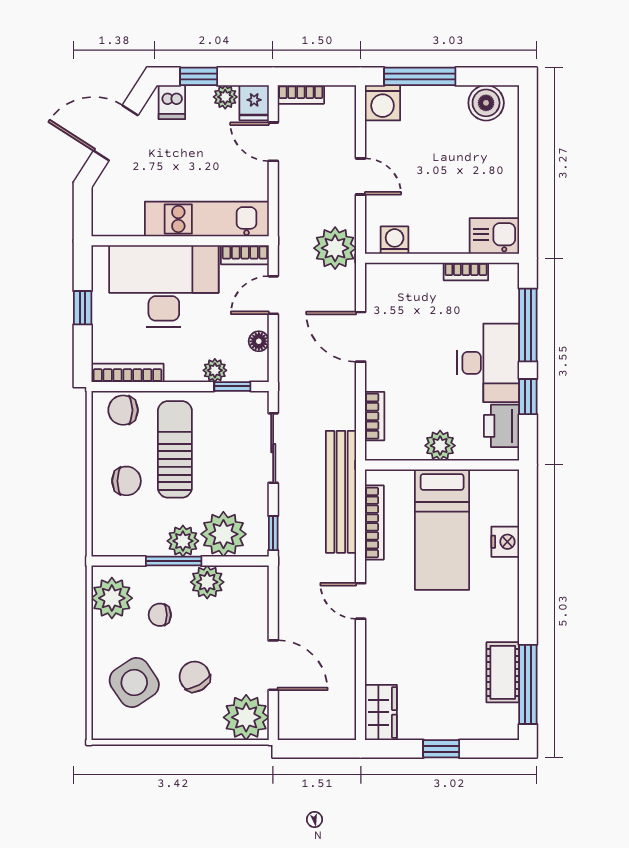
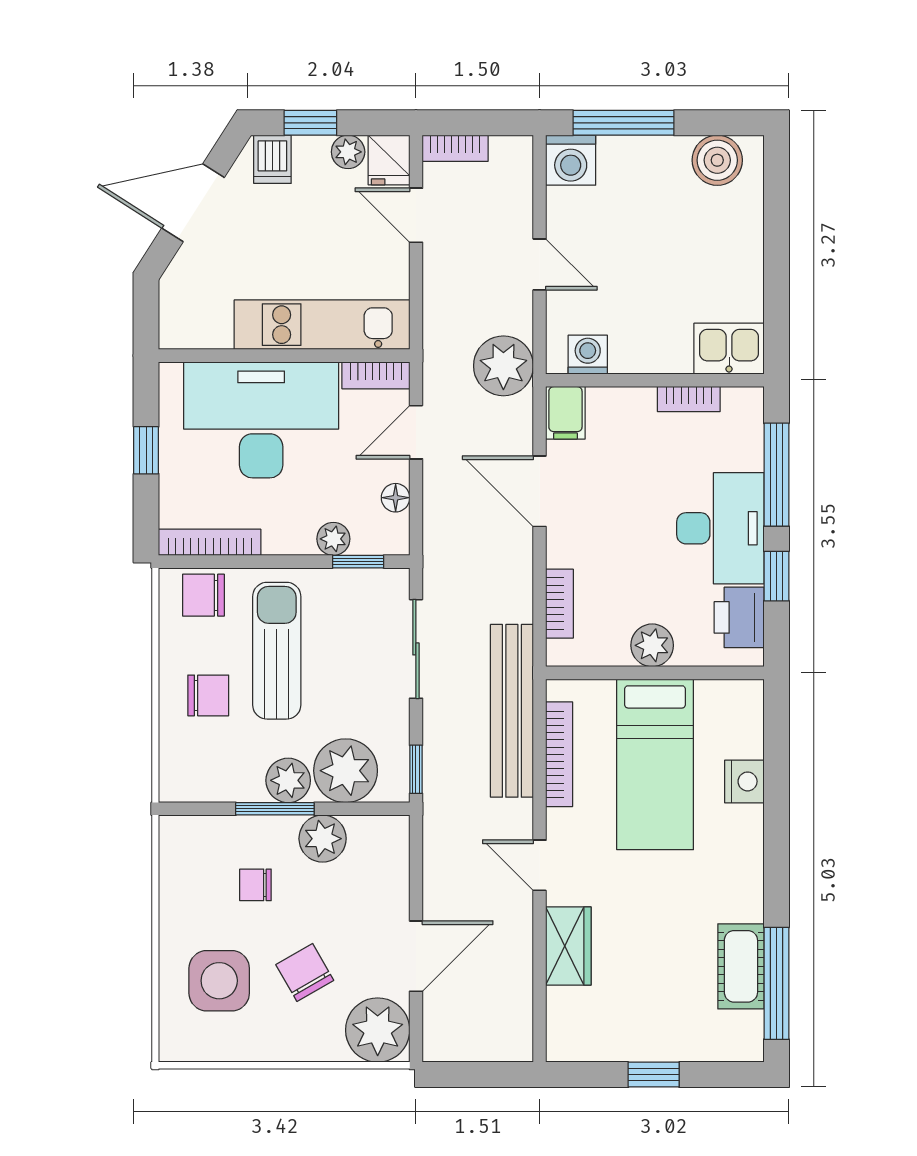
filing cabinet: (379, 281) -> (565, 413), added
plant: (112, 598) -> (188, 861), removed
door: (273, 665) -> (416, 956), hinge flipped
side table: (134, 682) -> (219, 981), turned 34
wardrobe: (381, 712) -> (568, 946), moved

